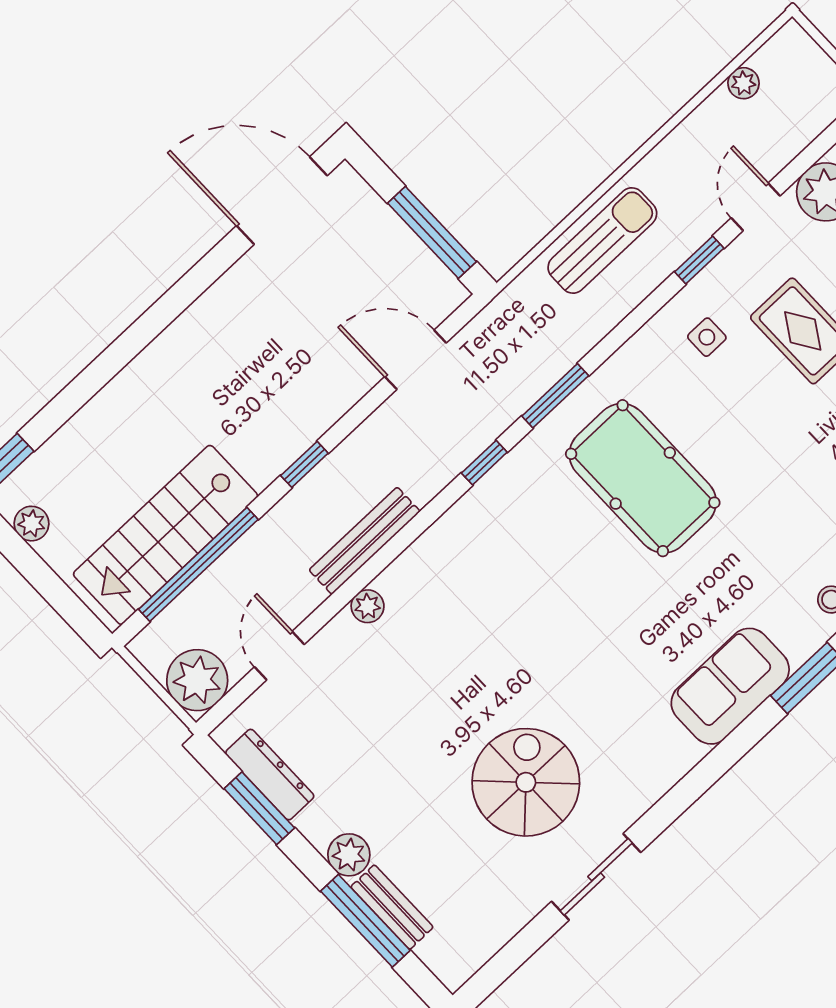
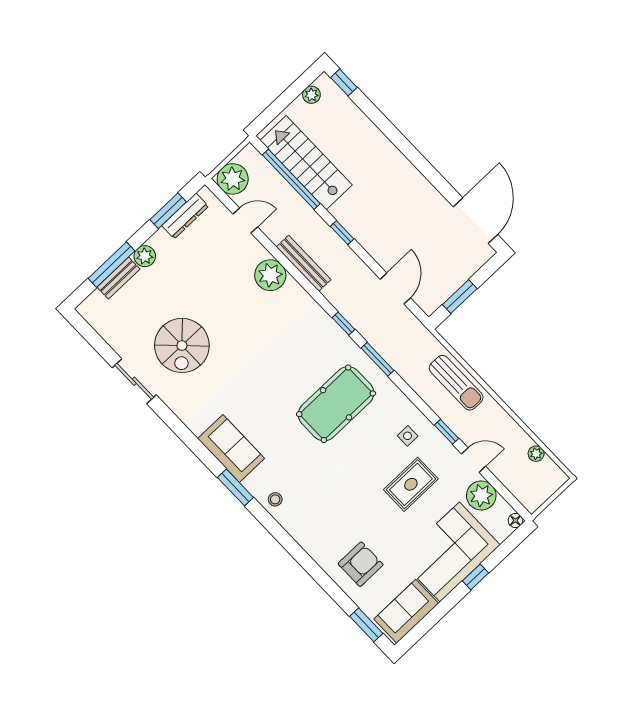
window: (432, 232) -> (460, 297), width x0.69
plant: (368, 606) -> (270, 275), width x1.87, depth x1.87
spiral stairs: (526, 782) -> (182, 345), turned 90

